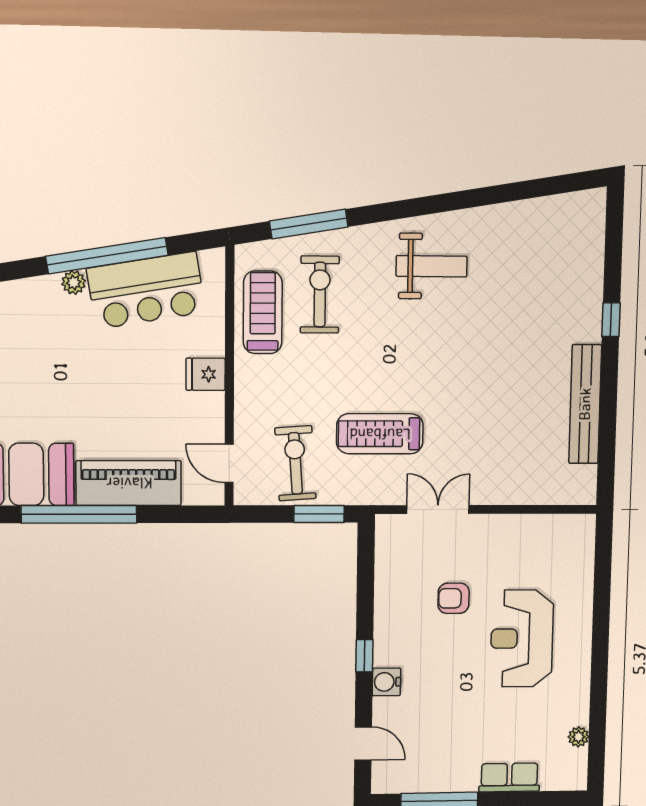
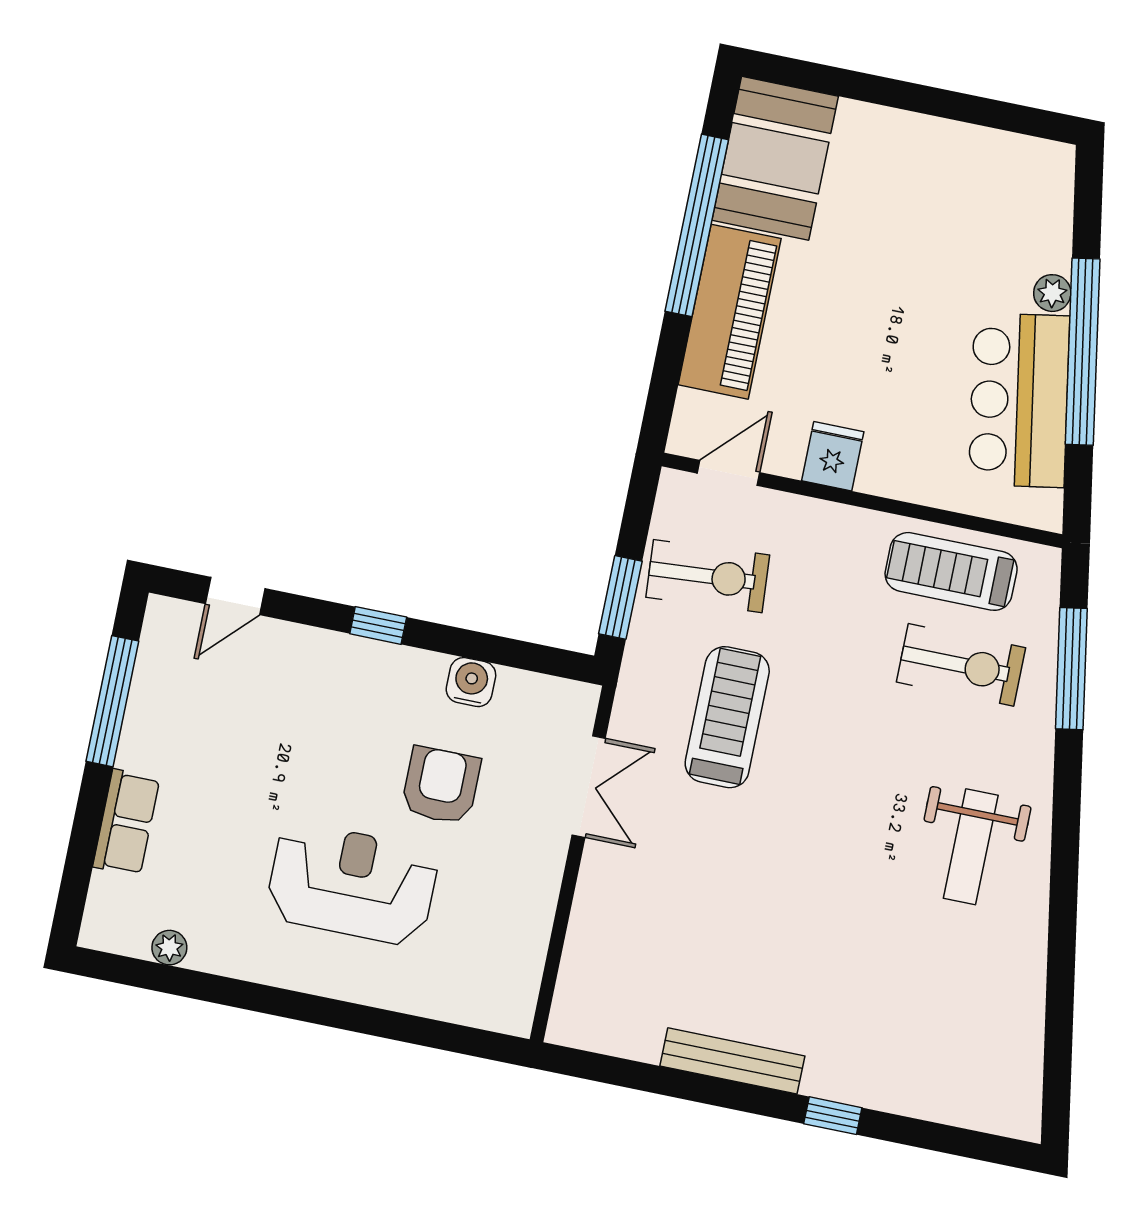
treadmill: (263, 312) -> (951, 571), turned 180
fridge: (206, 374) -> (833, 456), moved
bench: (585, 404) -> (732, 1061), width x0.73, depth x0.82
armchair: (454, 598) -> (441, 785), width x1.38, depth x1.38
water cooler: (386, 682) -> (471, 682), moved

